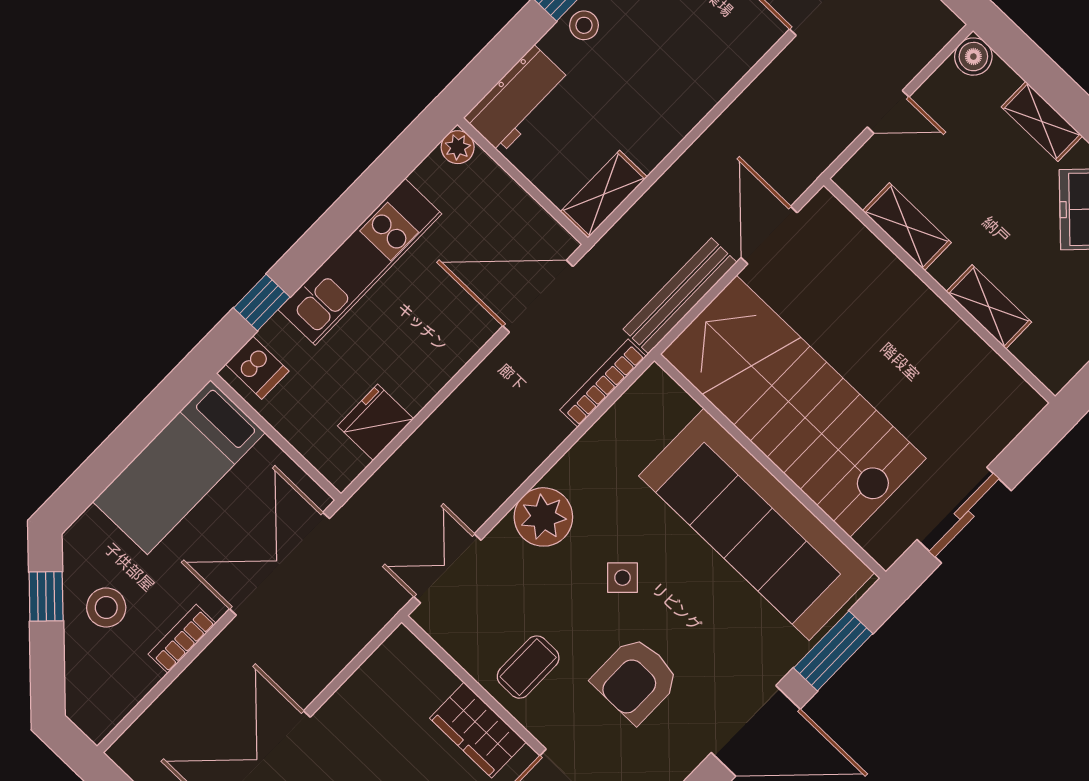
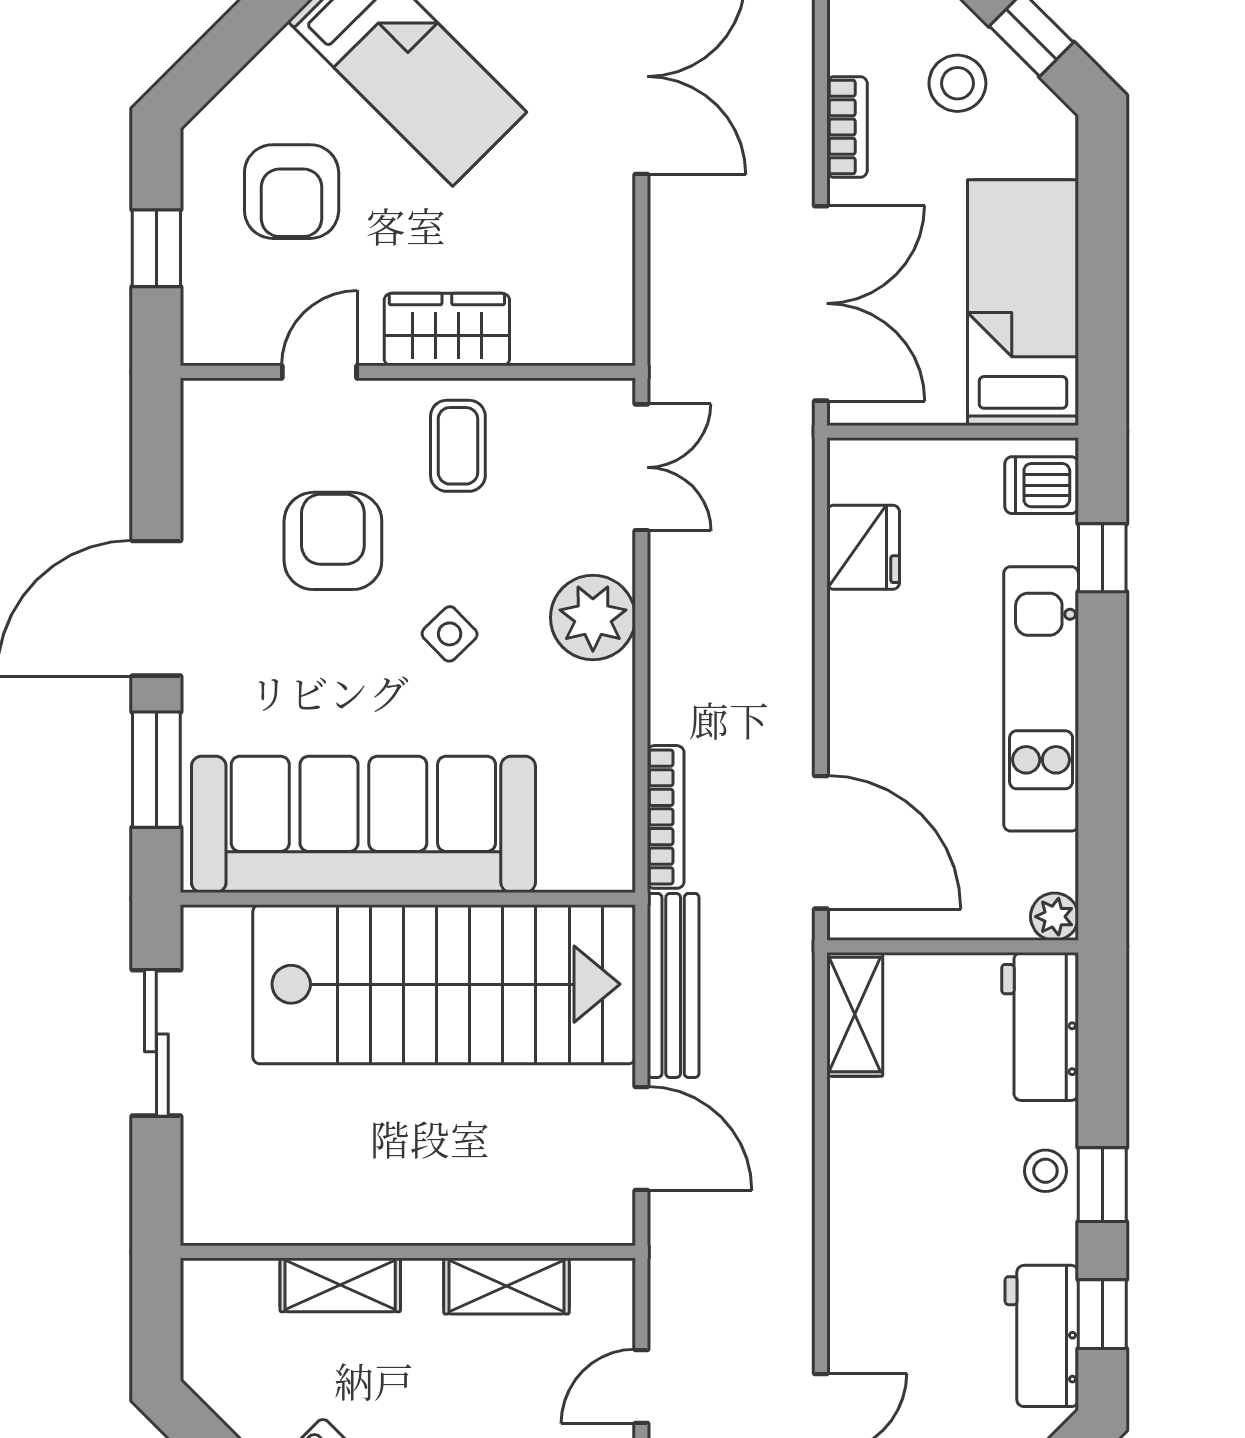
door: (538, 296) -> (821, 842), hinge flipped

